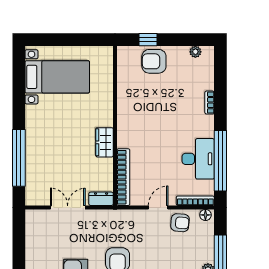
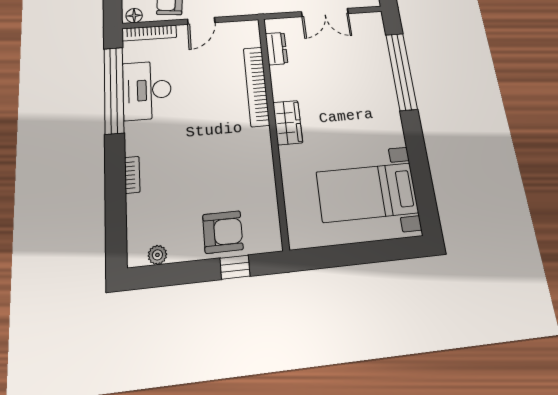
wardrobe: (105, 142) -> (288, 123), moved
bookcase: (123, 177) -> (256, 86), moved
dresser: (101, 199) -> (276, 49), moved, turned -90

